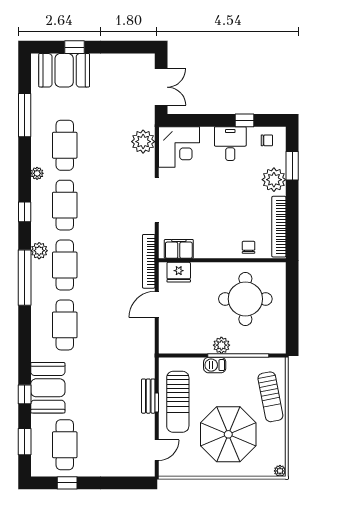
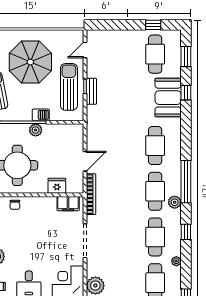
fridge: (179, 272) -> (57, 186), moved

